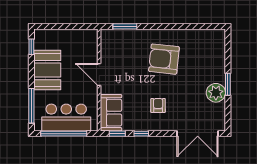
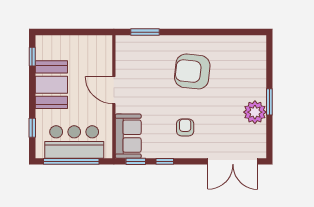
window: (31, 106) -> (32, 128), width x0.46

